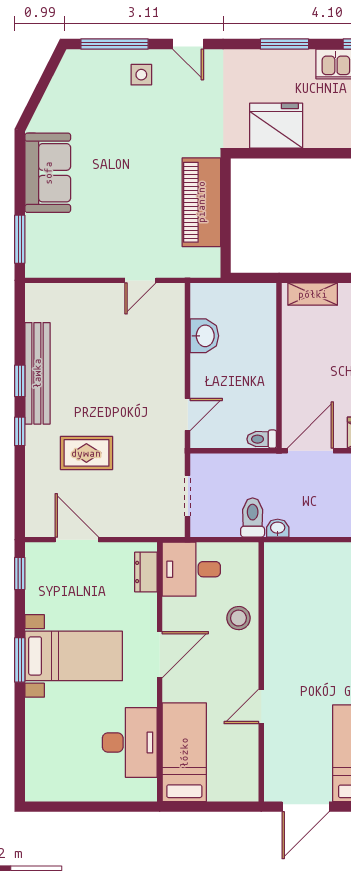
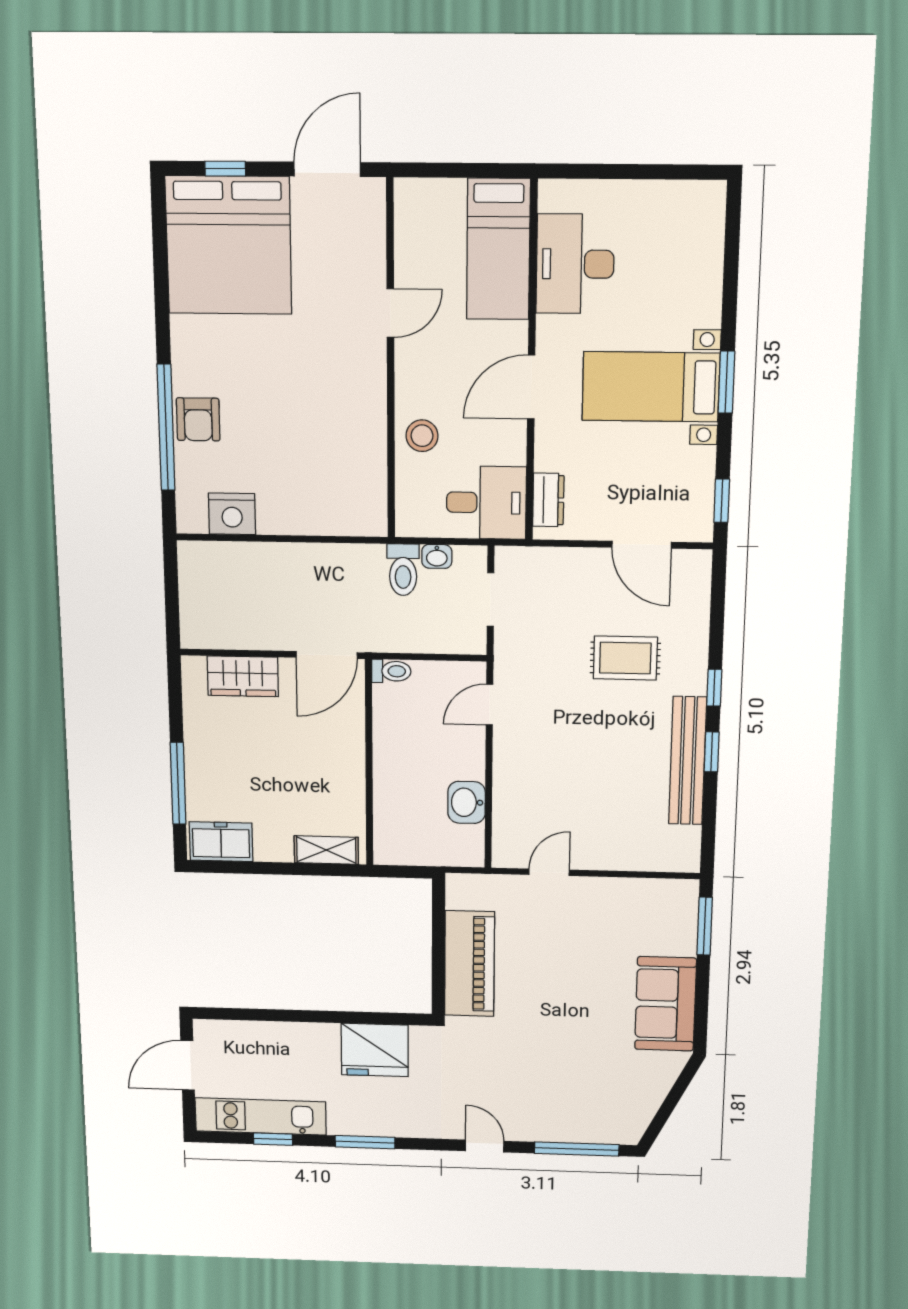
side table: (141, 75) -> (544, 1113), removed
washbasin: (278, 528) -> (437, 556), moved

